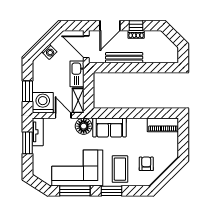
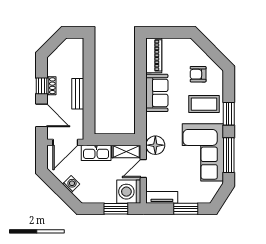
bench: (124, 58) -> (78, 94), width x0.73
sofa: (109, 127) -> (157, 93), moved
window: (28, 143) -> (186, 209), moved

